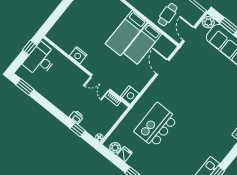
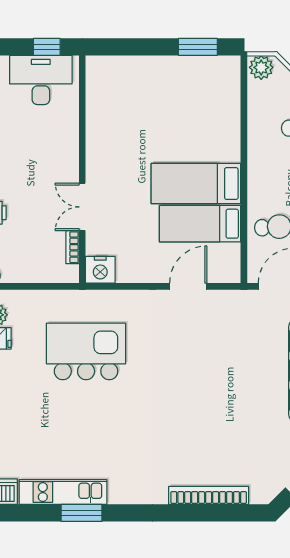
nightstand: (78, 55) -> (98, 135), removed

